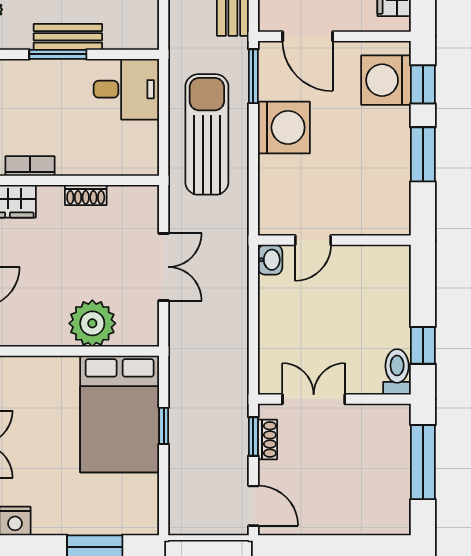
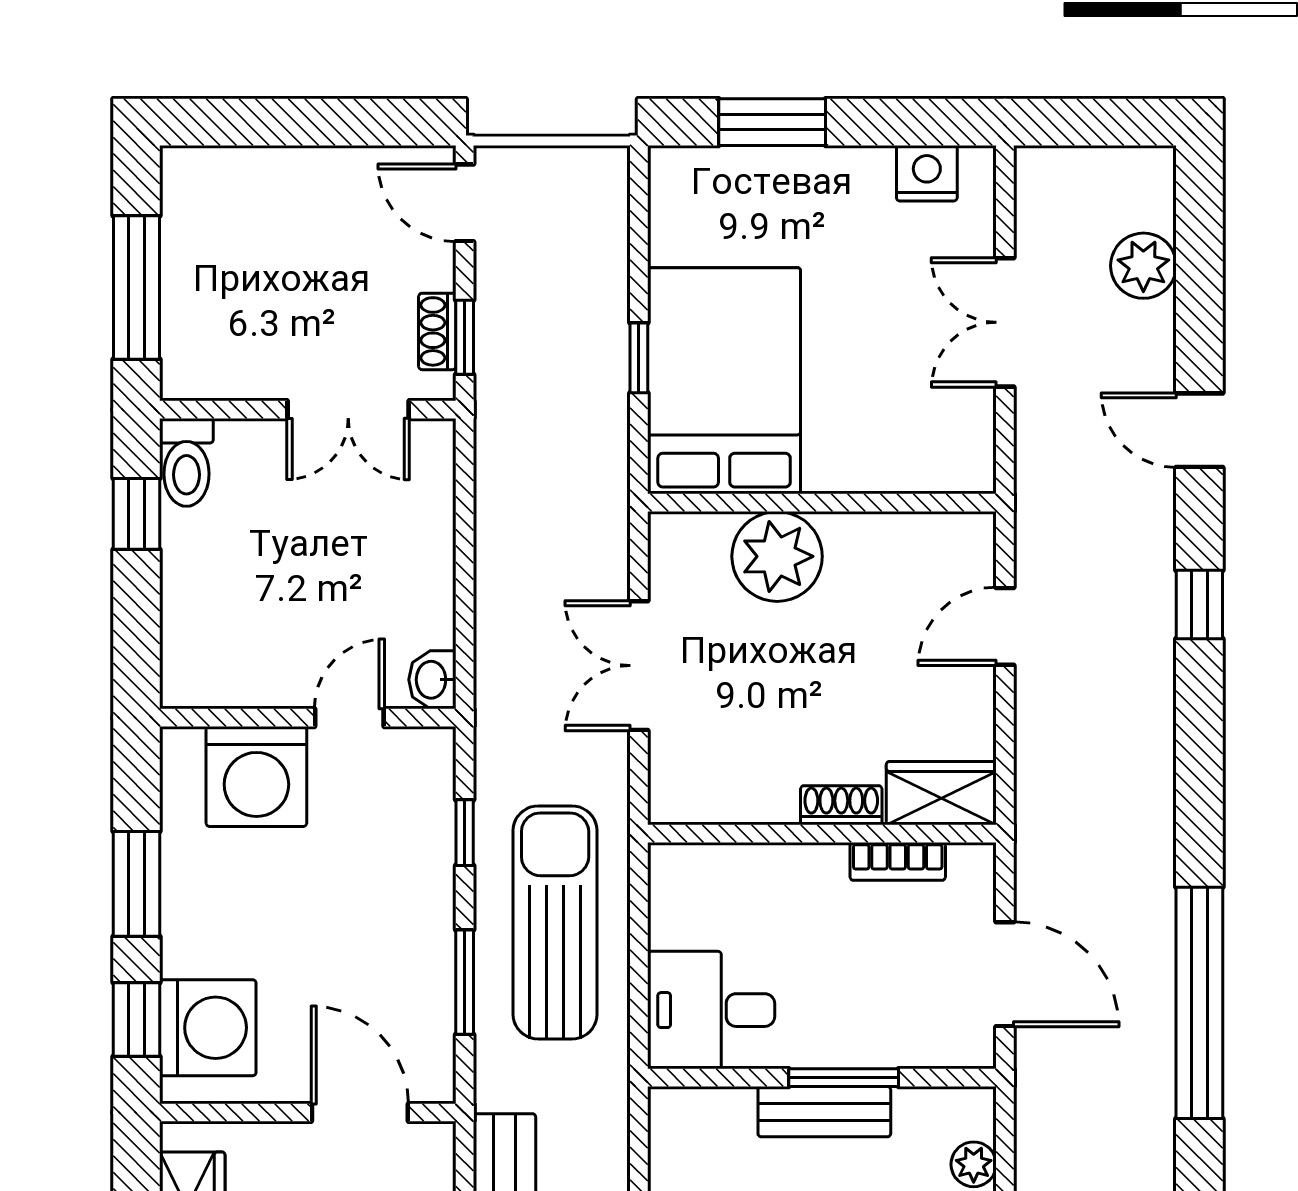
window: (253, 76) -> (465, 982), moved
washing machine: (284, 127) -> (256, 776), moved, turned -90
sun lounger: (207, 134) -> (555, 922), turned 180
window: (253, 181) -> (465, 833), added
shoe rack: (86, 195) -> (841, 805), moved

